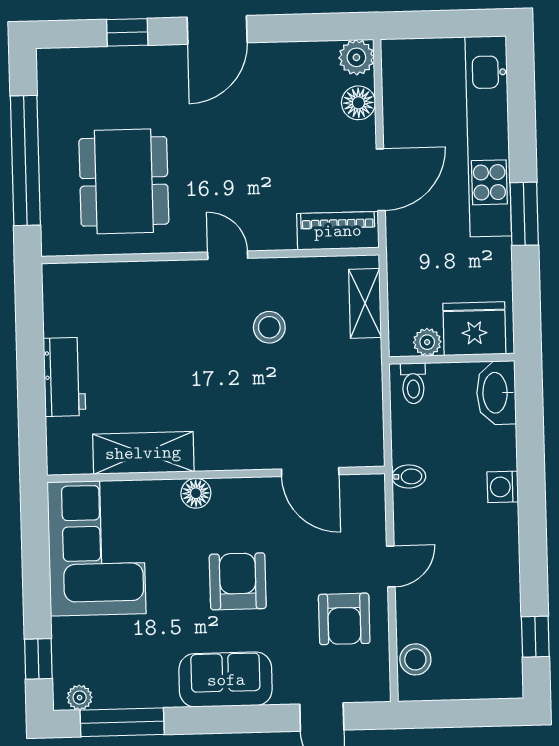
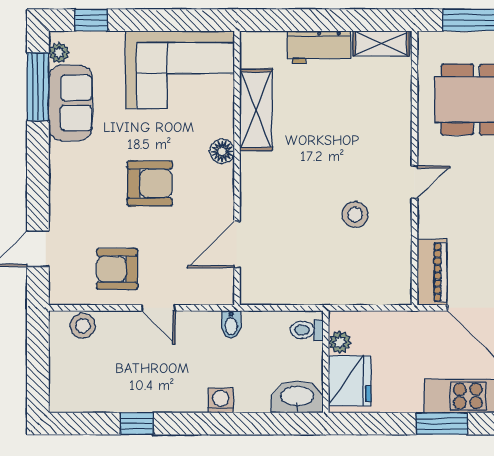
shelving: (365, 303) -> (381, 43), moved
window: (535, 637) -> (137, 424), moved
sofa: (226, 680) -> (70, 103), moved

